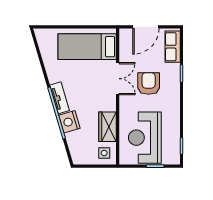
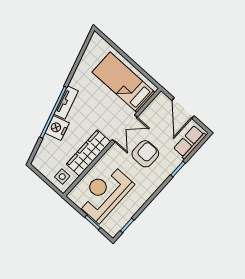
door: (146, 27) -> (183, 108), hinge flipped
wardrobe: (108, 127) -> (88, 153), width x1.50

